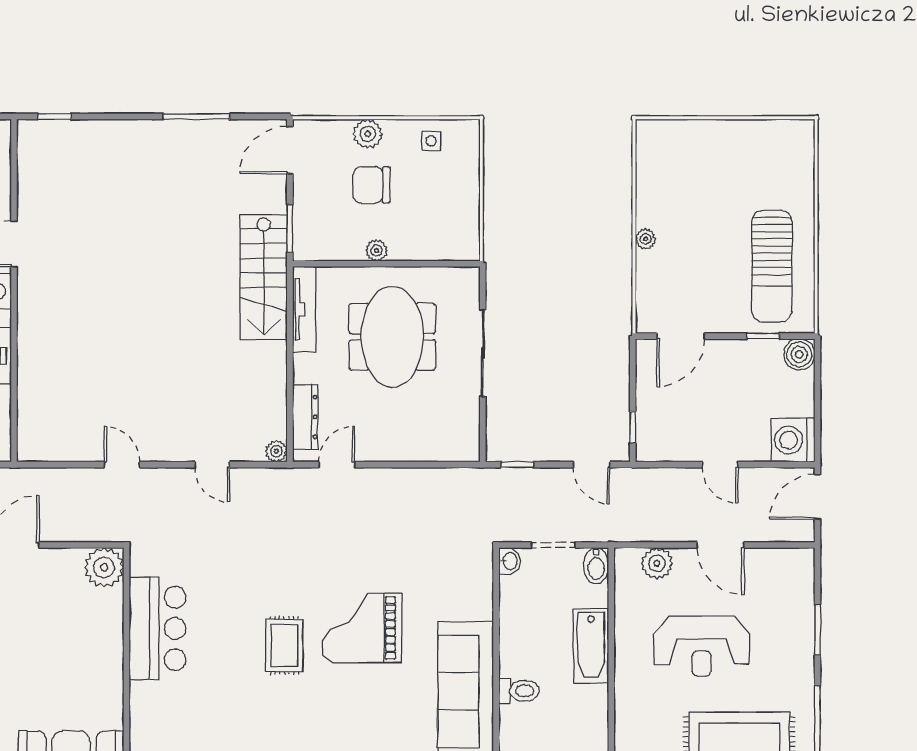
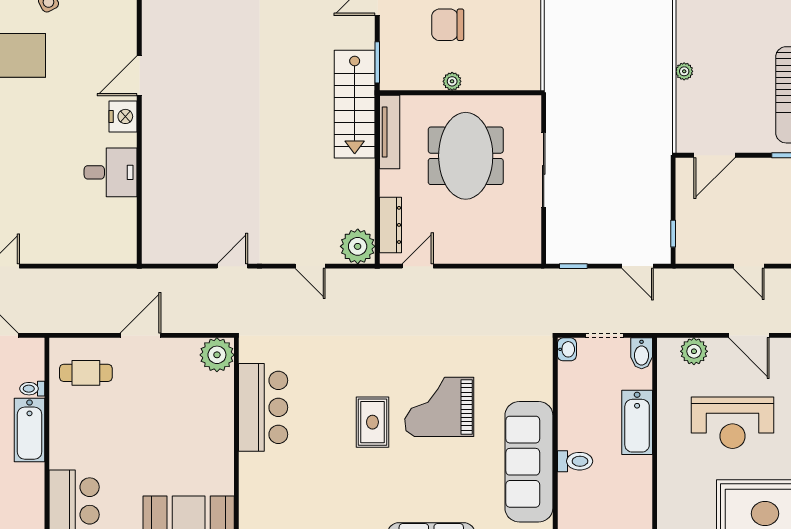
plant: (276, 451) -> (358, 246), width x1.88, depth x1.88
door: (122, 465) -> (232, 266), hinge flipped

